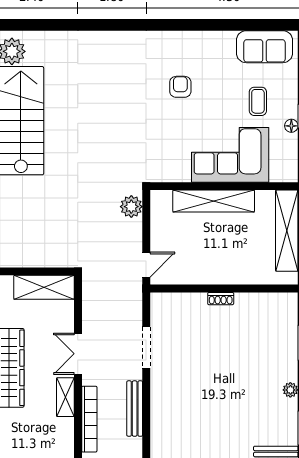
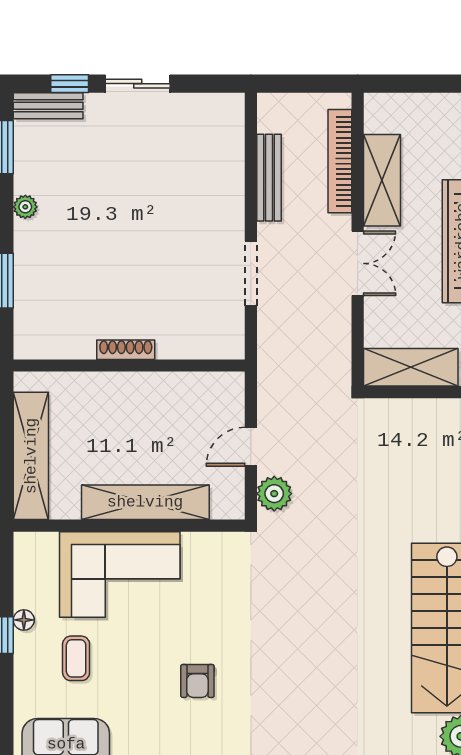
door: (146, 265) -> (251, 447), moved
shoe rack: (221, 299) -> (126, 350), width x1.43
shelving: (65, 397) -> (382, 180), width x1.50, depth x1.33

